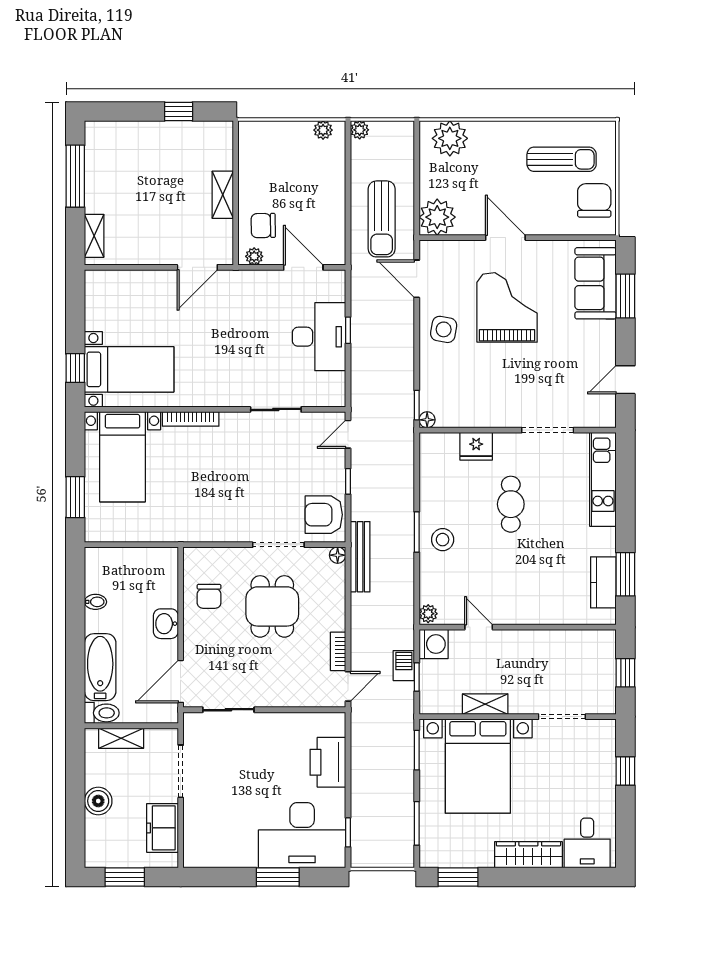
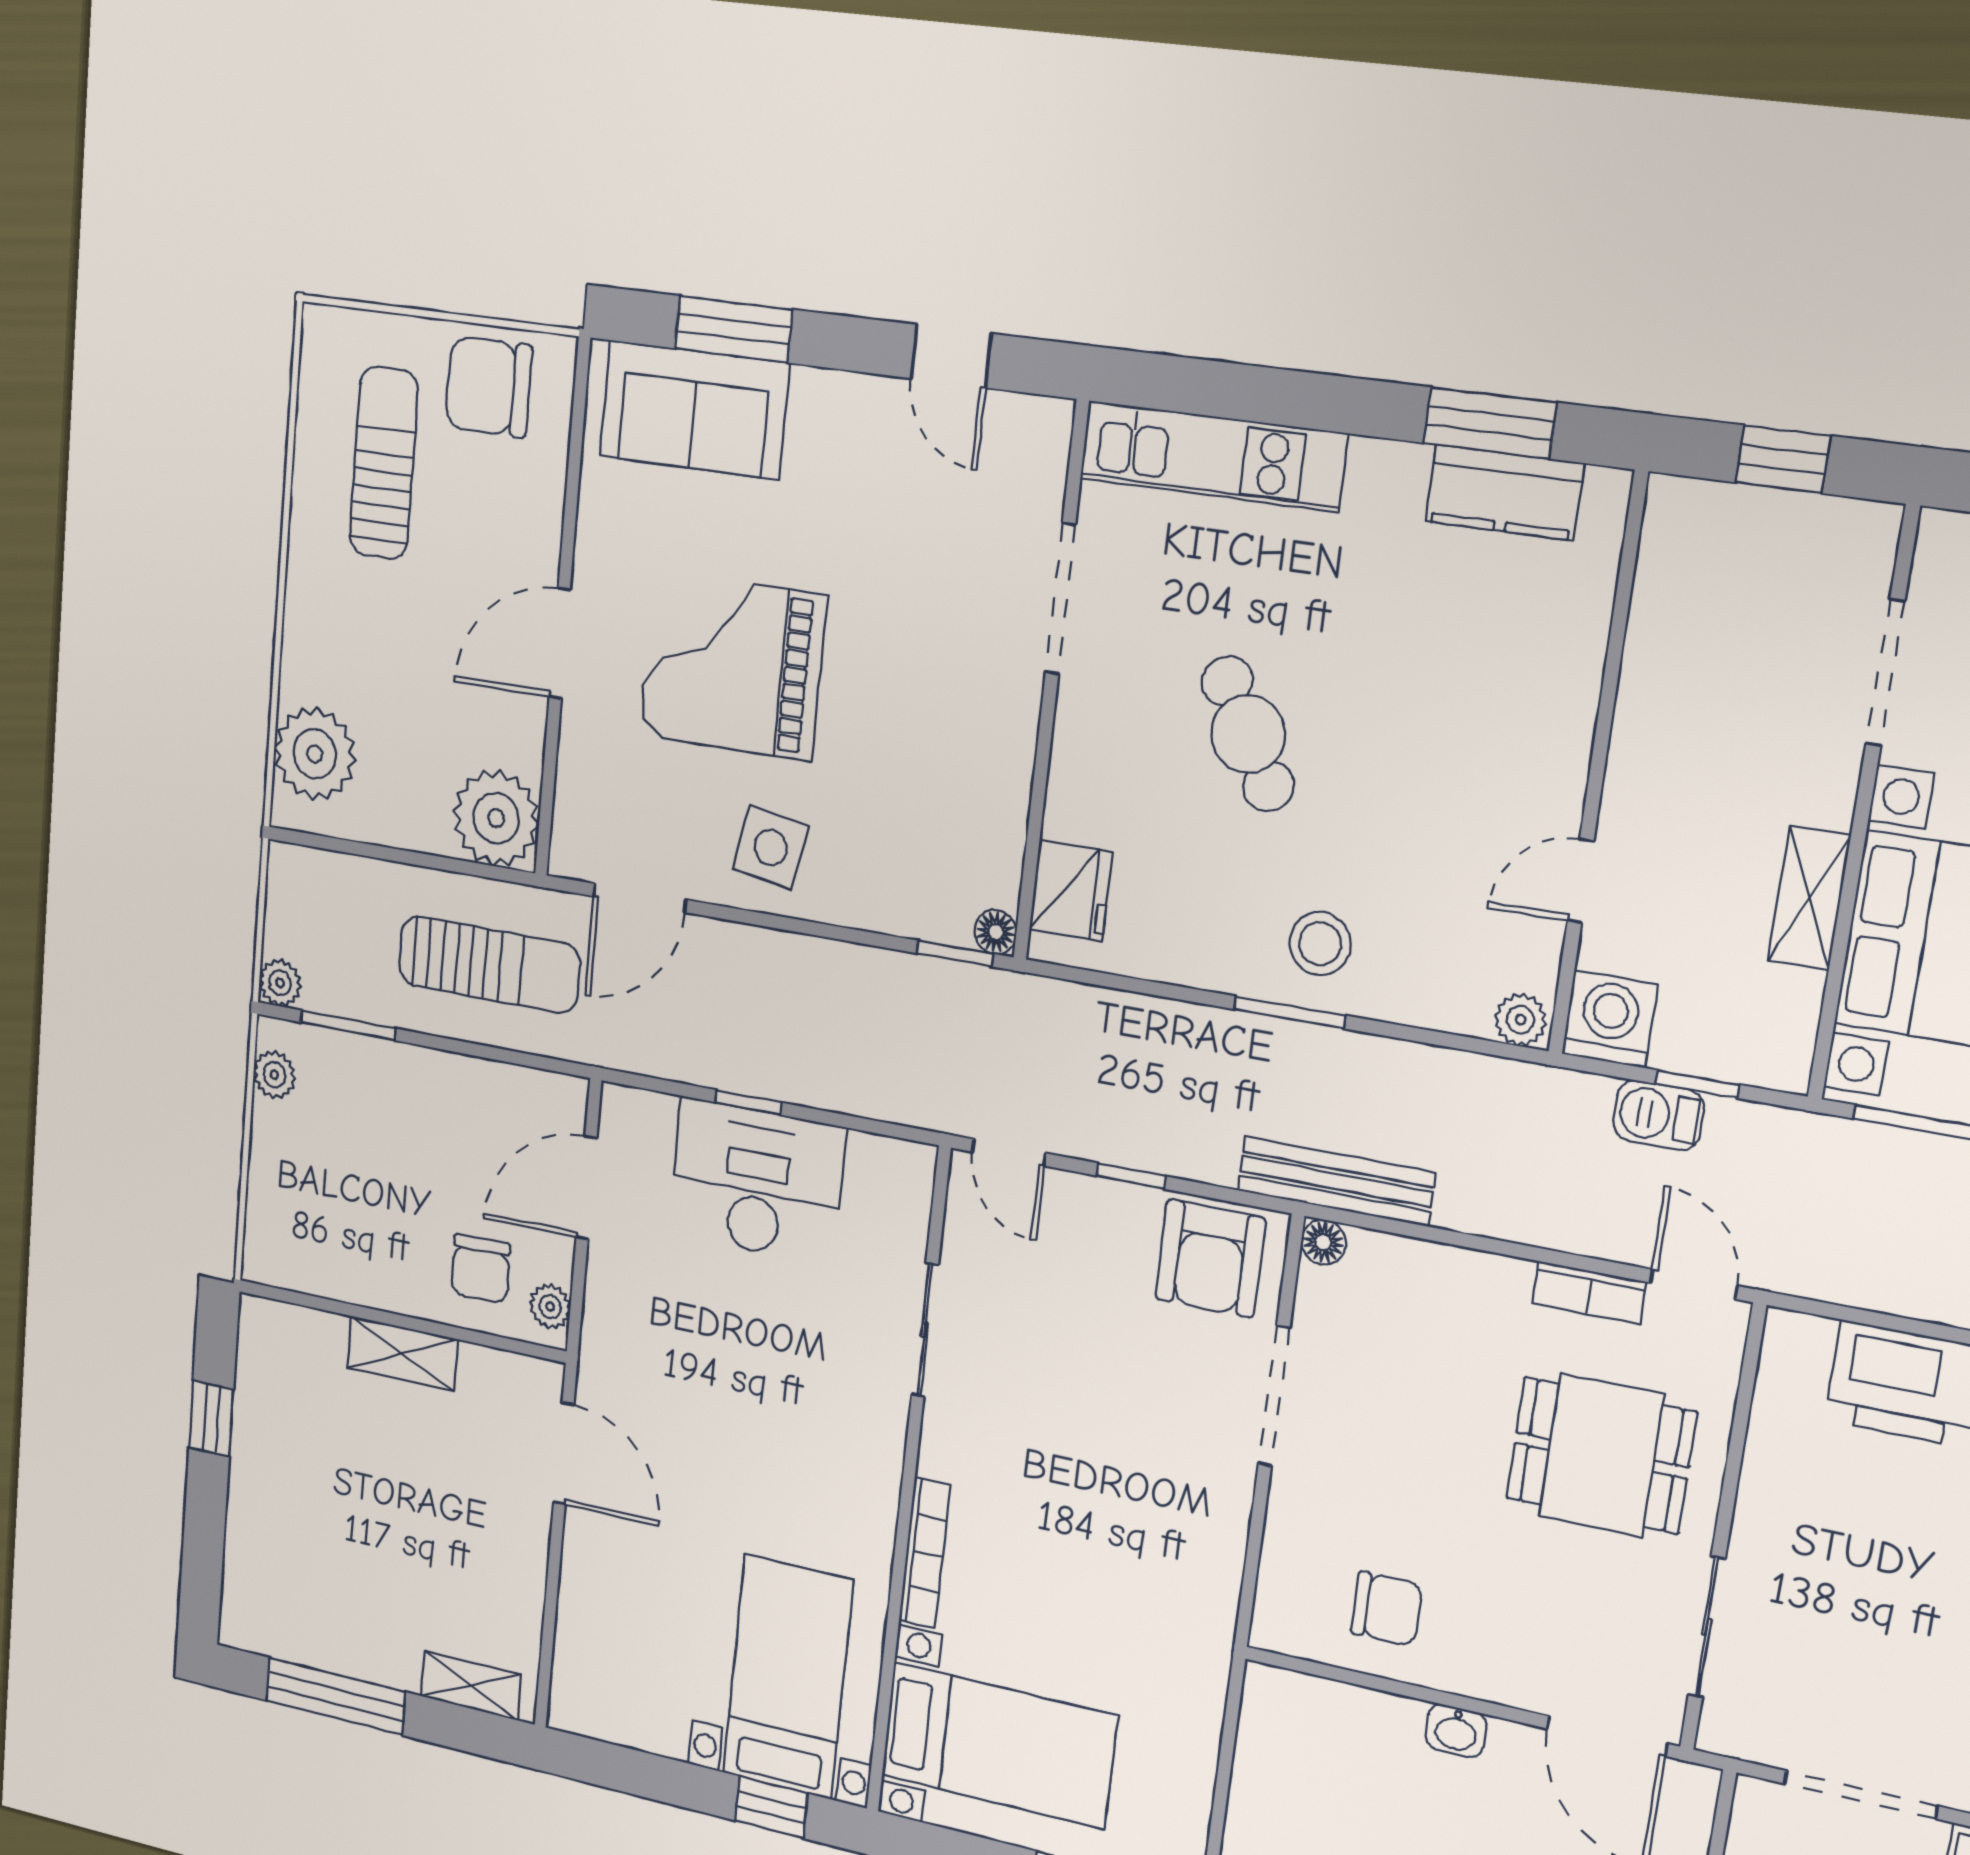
window: (348, 161) -> (348, 1025), added
fridge: (476, 446) -> (1071, 890), moved
cafe table: (511, 504) -> (1248, 734), turned 60
dining table: (272, 606) -> (1601, 1455), moved
washbasin: (166, 624) -> (1456, 1731), width x0.72, depth x0.69

